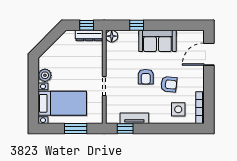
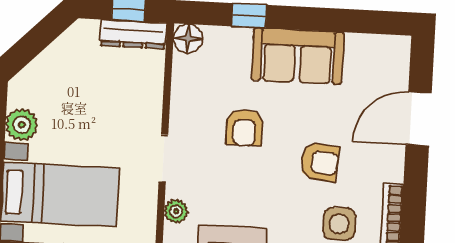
door: (209, 54) -> (419, 119), moved
armchair: (146, 77) -> (244, 128), moved
plant: (111, 108) -> (176, 211), added

